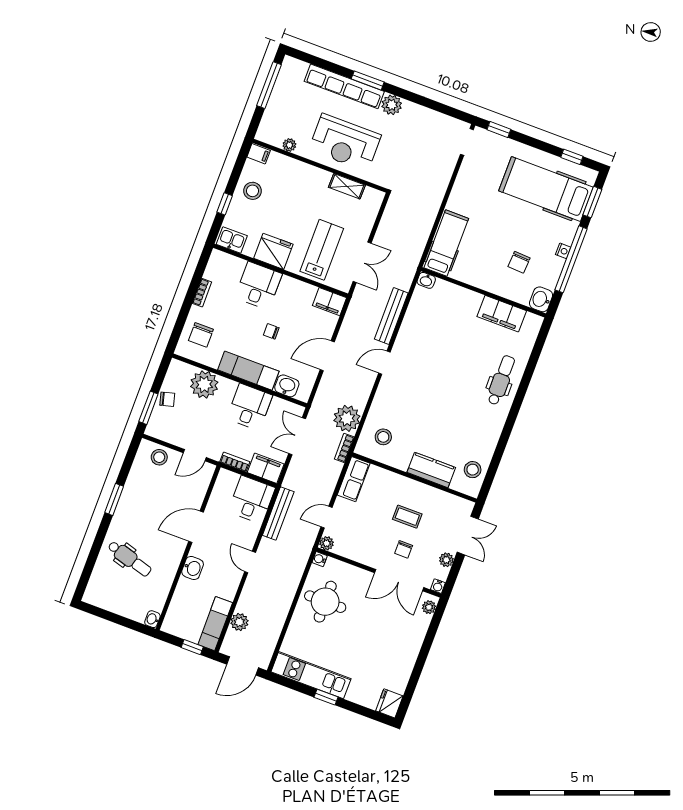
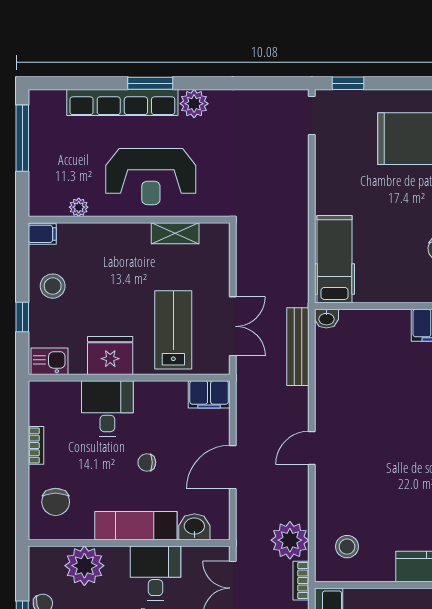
bench: (391, 316) -> (298, 347), moved

